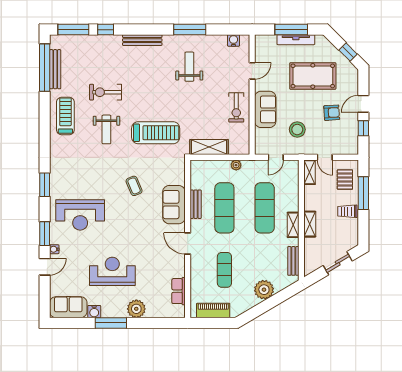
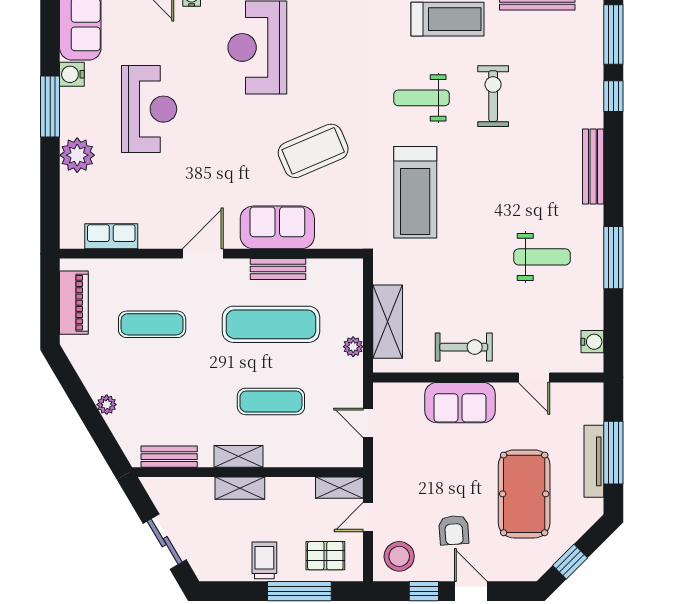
exercise bike: (236, 107) -> (464, 347), turned 180
stool: (297, 130) -> (399, 556), moved
shelving: (209, 147) -> (388, 322), moved
coffee table: (134, 186) -> (313, 151), width x1.86, depth x1.72
exercise mat: (265, 208) -> (271, 401), width x0.73, depth x0.69
plant: (264, 290) -> (107, 405), width x0.53, depth x0.53

